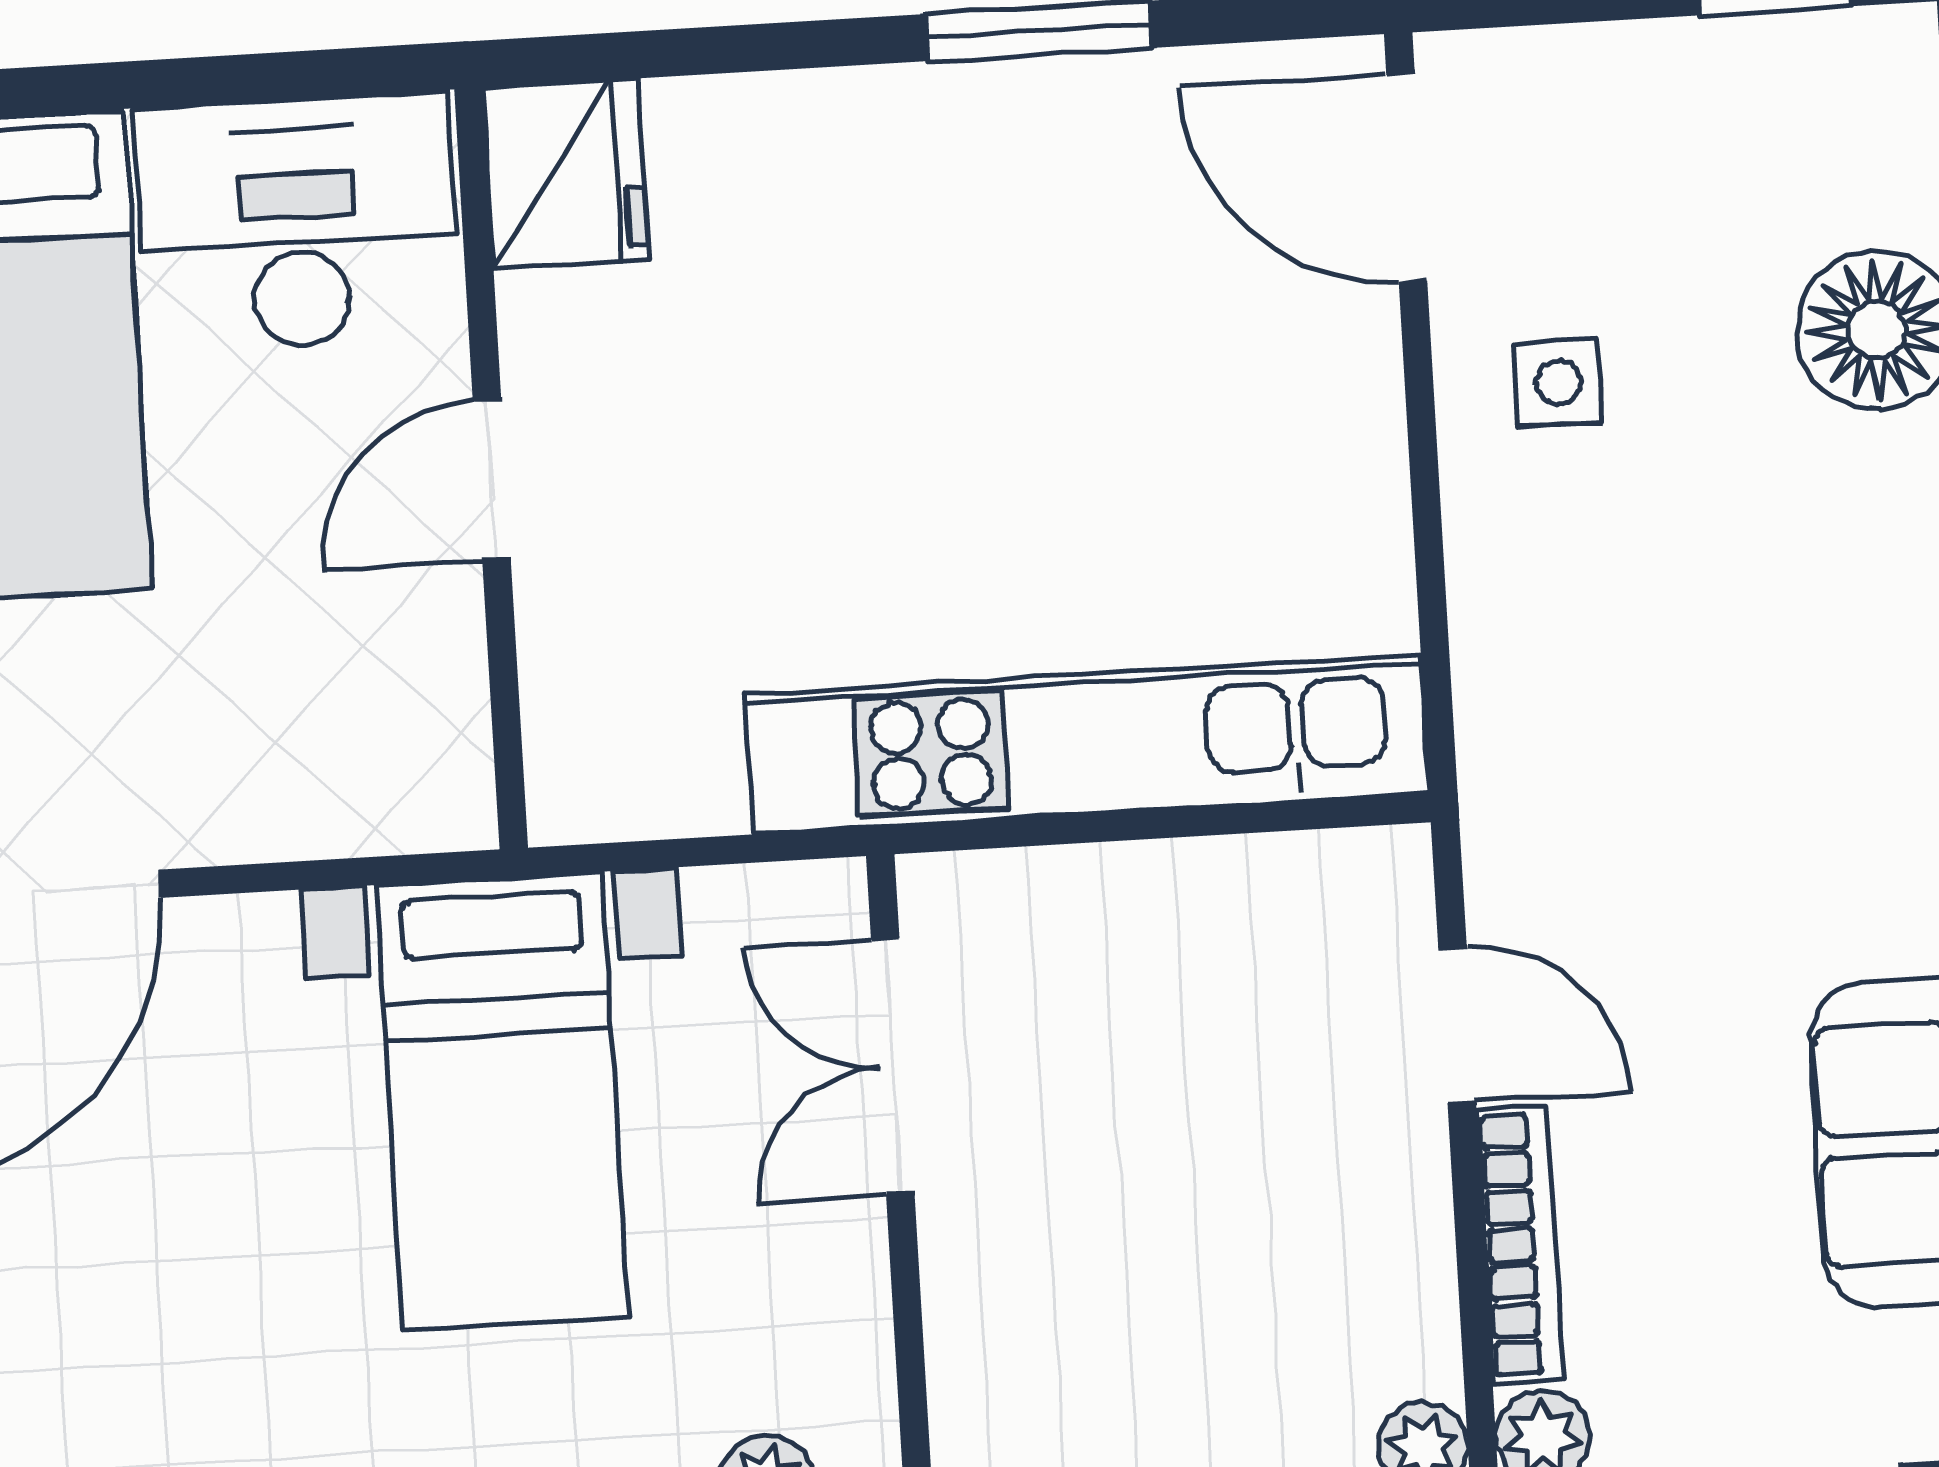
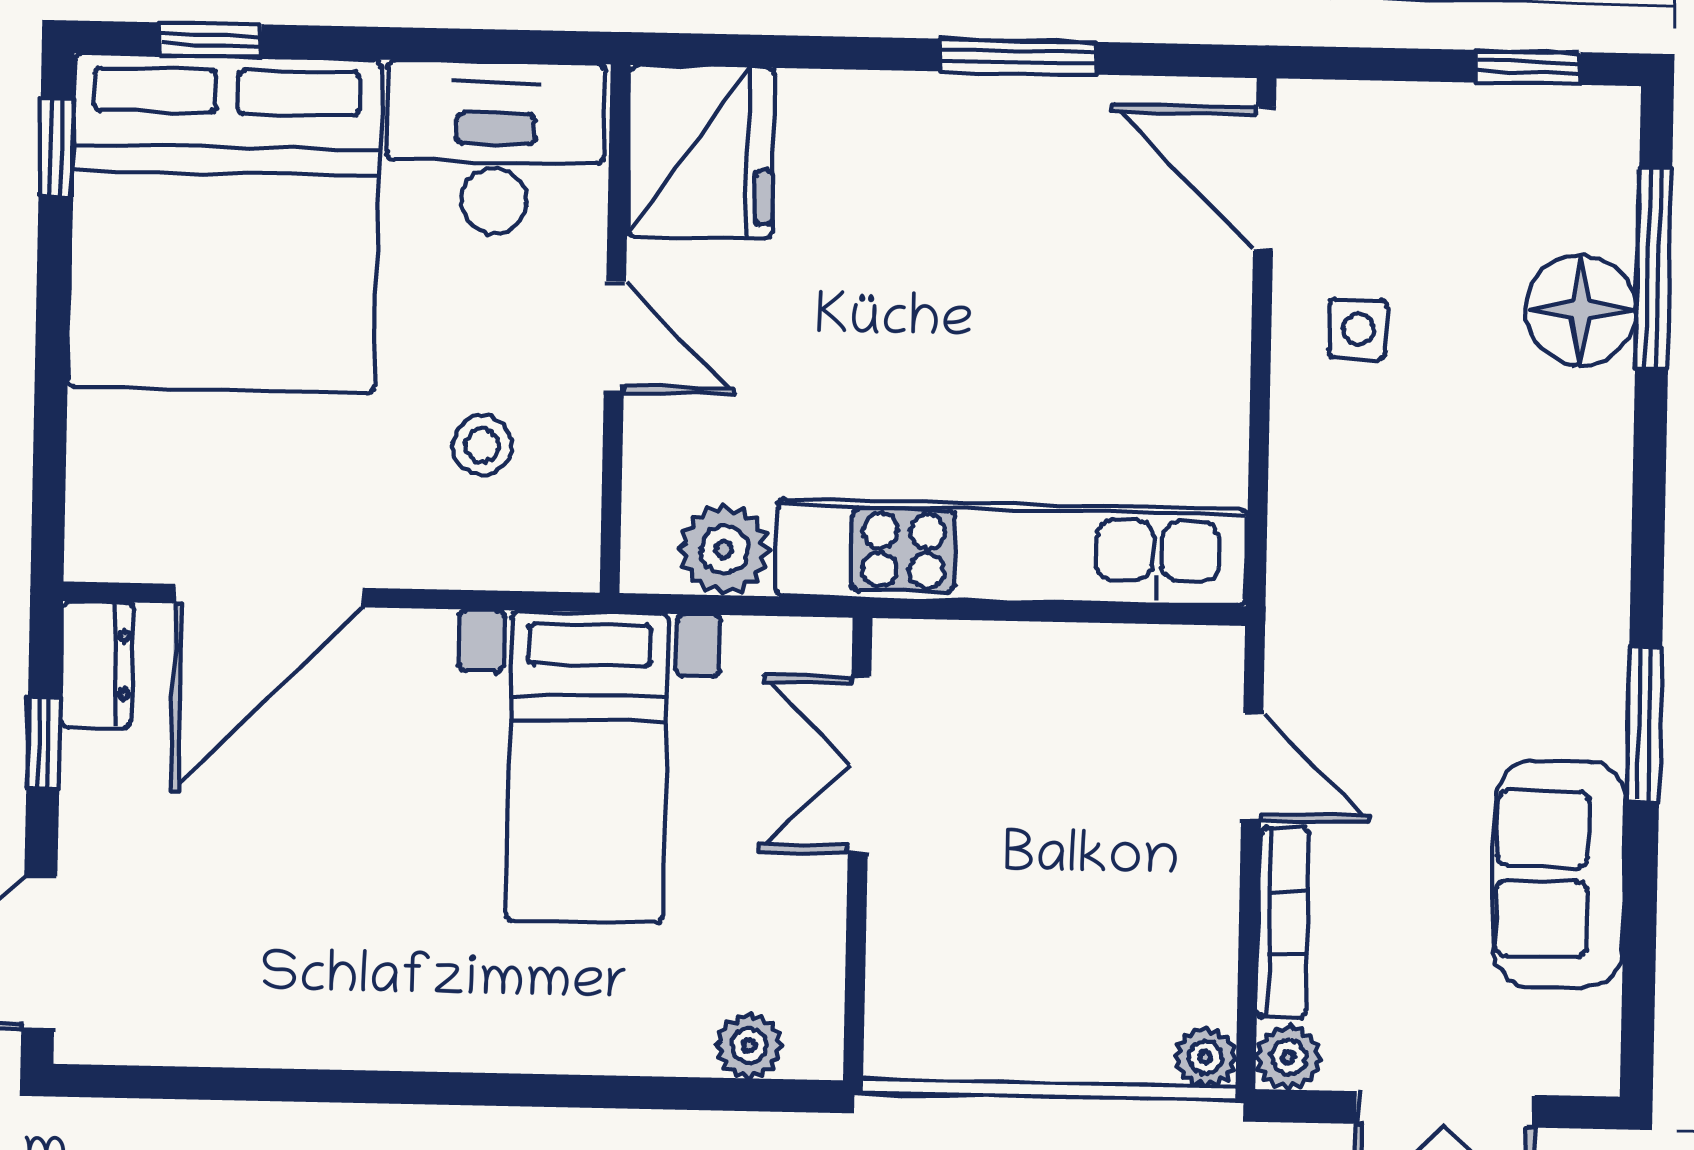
fridge: (566, 173) -> (701, 152), width x1.36, depth x1.34
door: (492, 480) -> (615, 337), swing flipped
stool: (314, 651) -> (482, 445), added
plant: (673, 773) -> (724, 550), added

